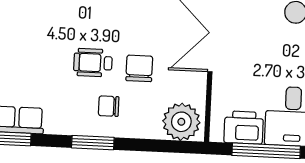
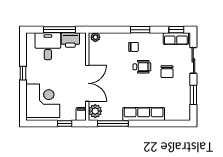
chair: (139, 68) -> (167, 72), moved
plant: (181, 122) -> (95, 37), width x0.53, depth x0.53

